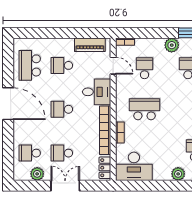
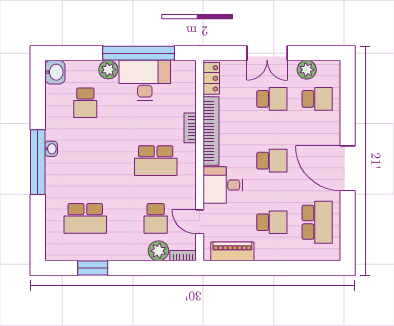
plant: (172, 45) -> (158, 251), moved
desk: (134, 166) -> (145, 80), moved
window: (157, 186) -> (139, 53), added

